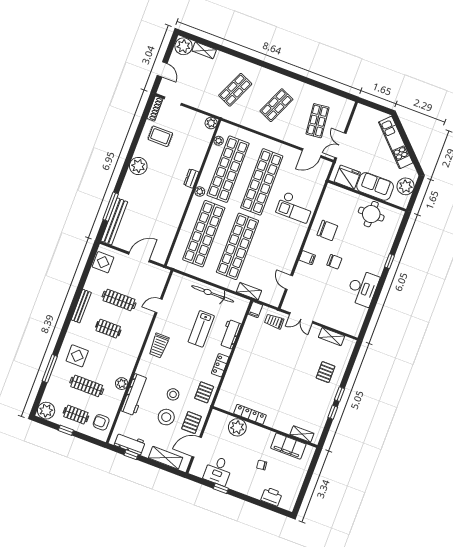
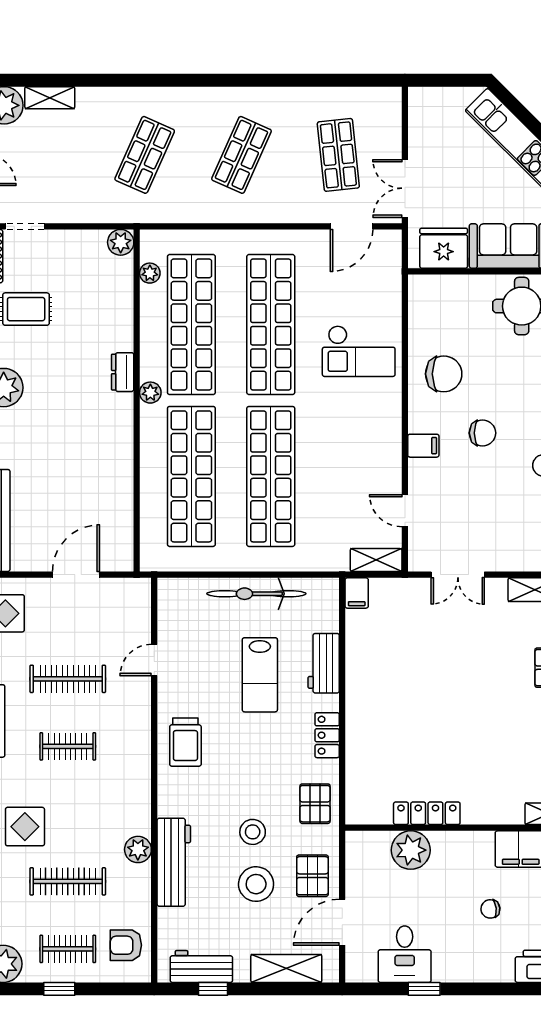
shelving: (249, 291) -> (376, 560), moved
trolley: (274, 321) -> (404, 603), removed

